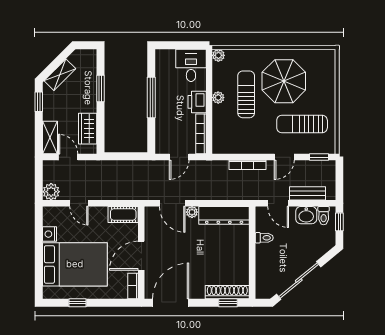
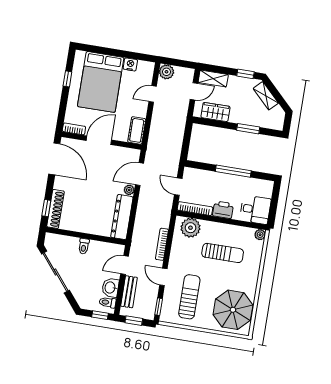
parasol: (284, 81) -> (233, 310), moved
plant: (218, 98) -> (190, 228), moved, width x1.88, depth x1.88
window: (339, 183) -> (134, 321), added
toilet: (264, 238) -> (84, 246), moved
door: (141, 256) -> (99, 140), hinge flipped

